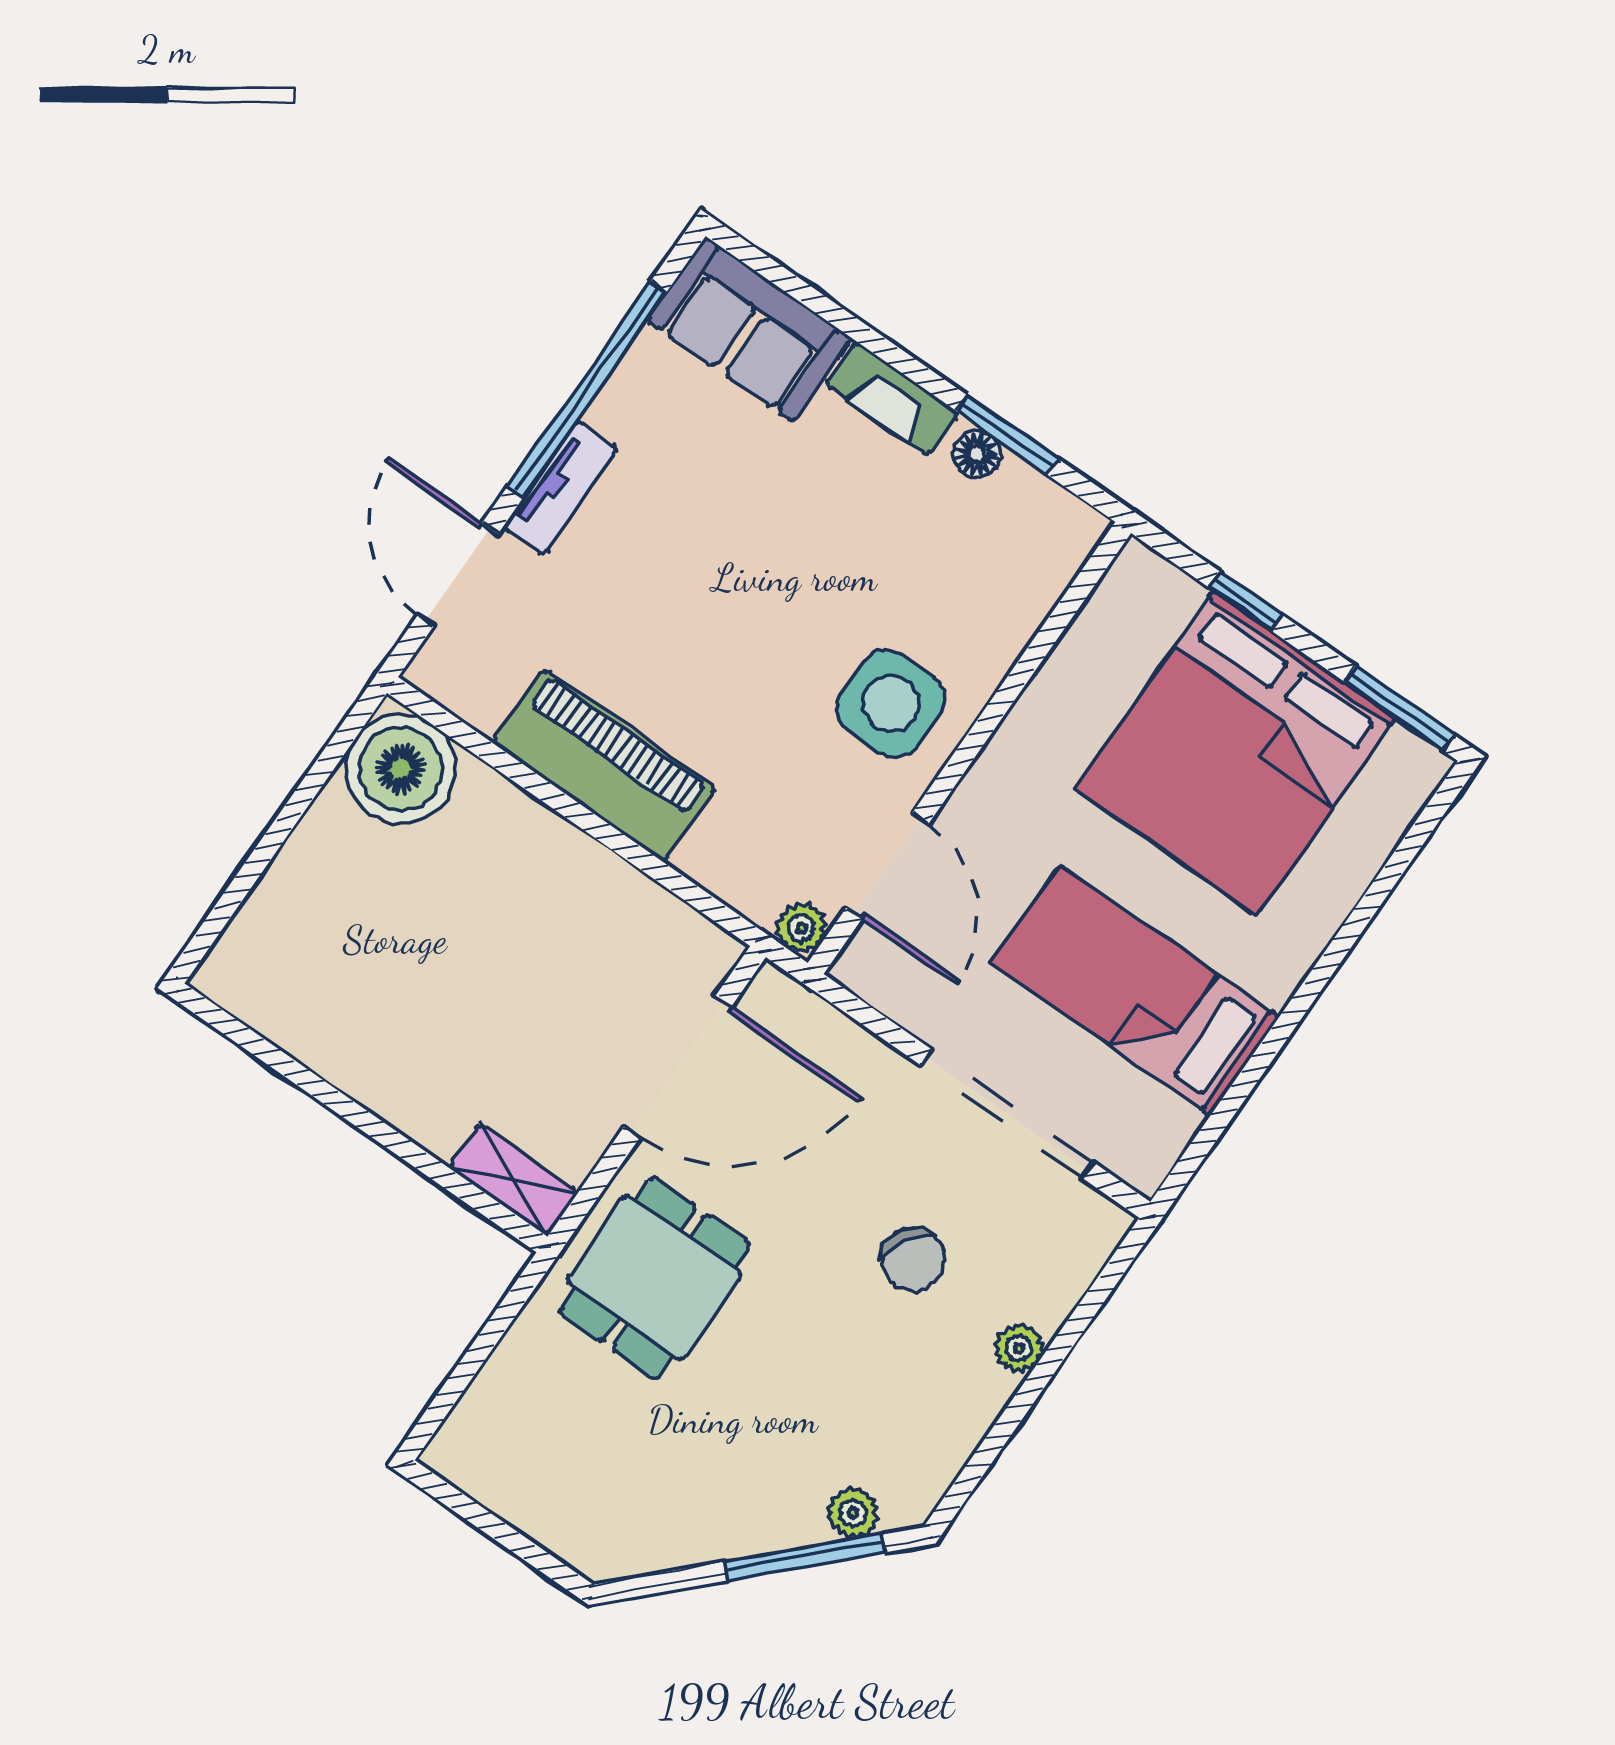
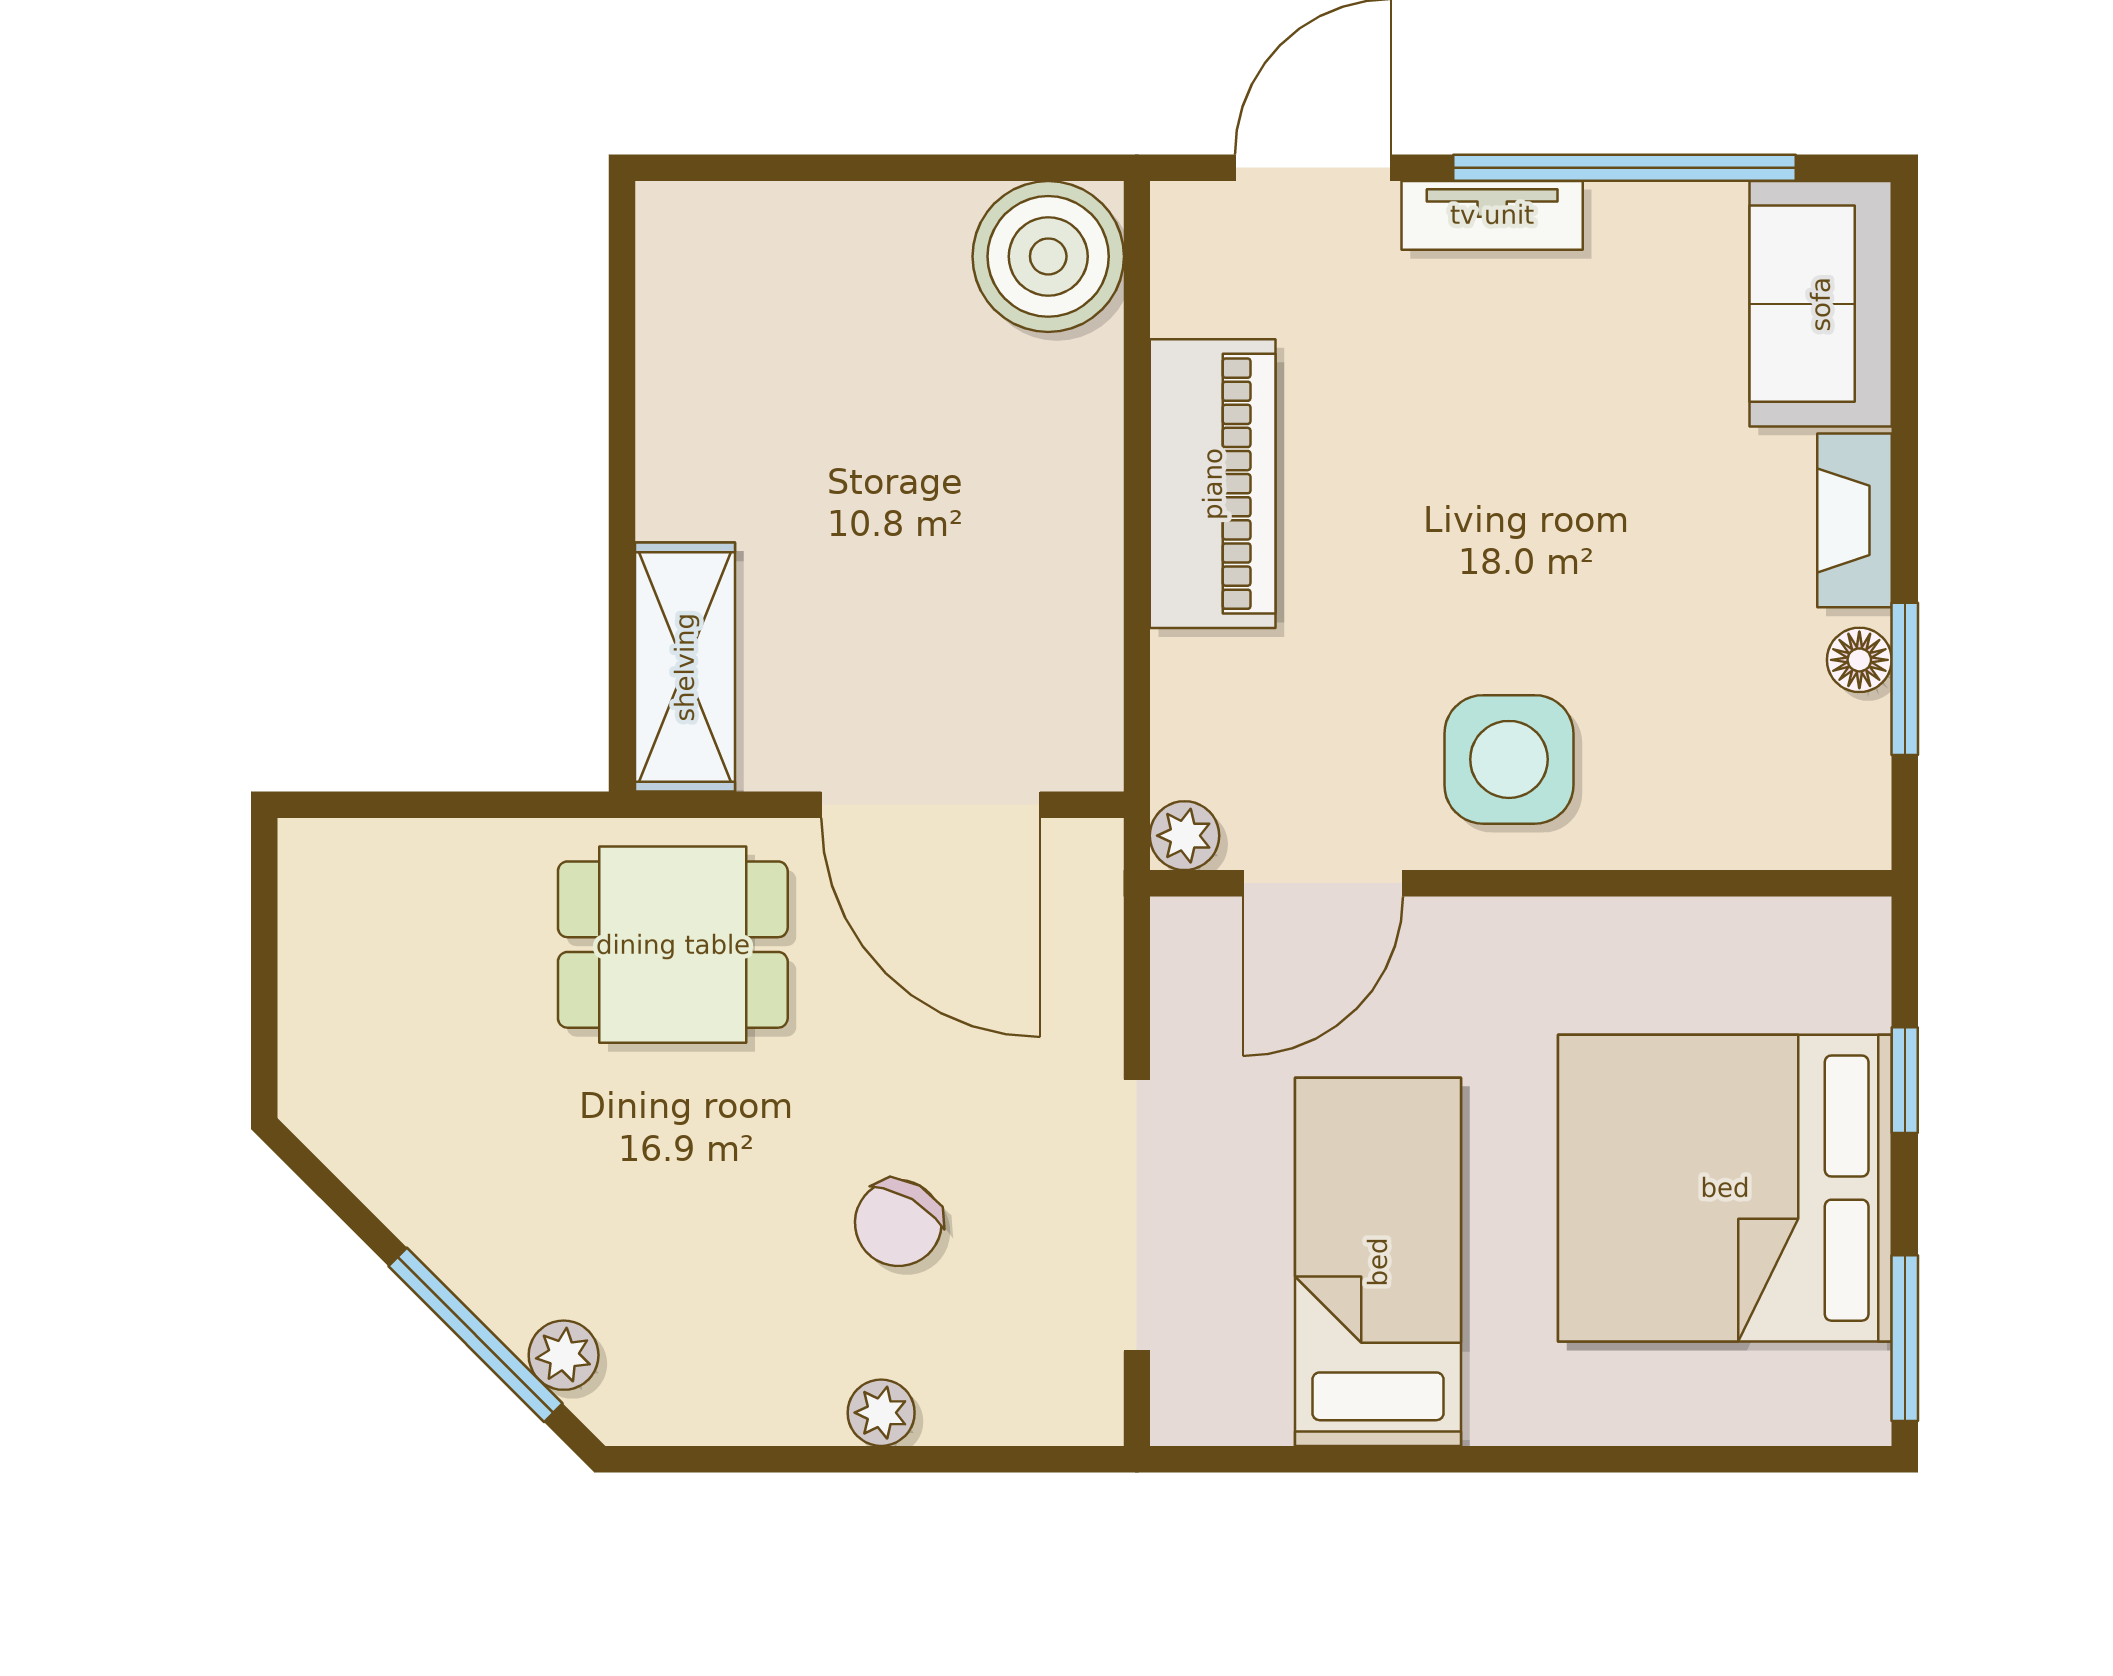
shelving: (514, 1180) -> (685, 667), width x1.50, depth x1.33

